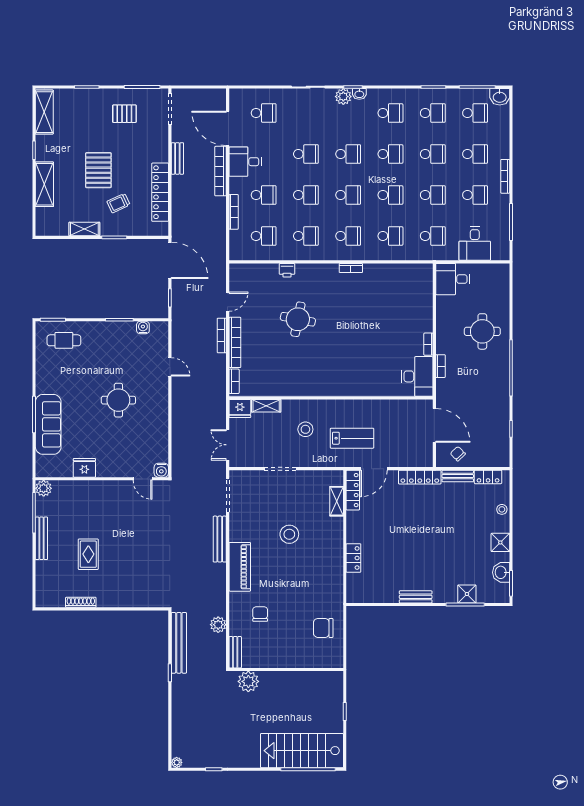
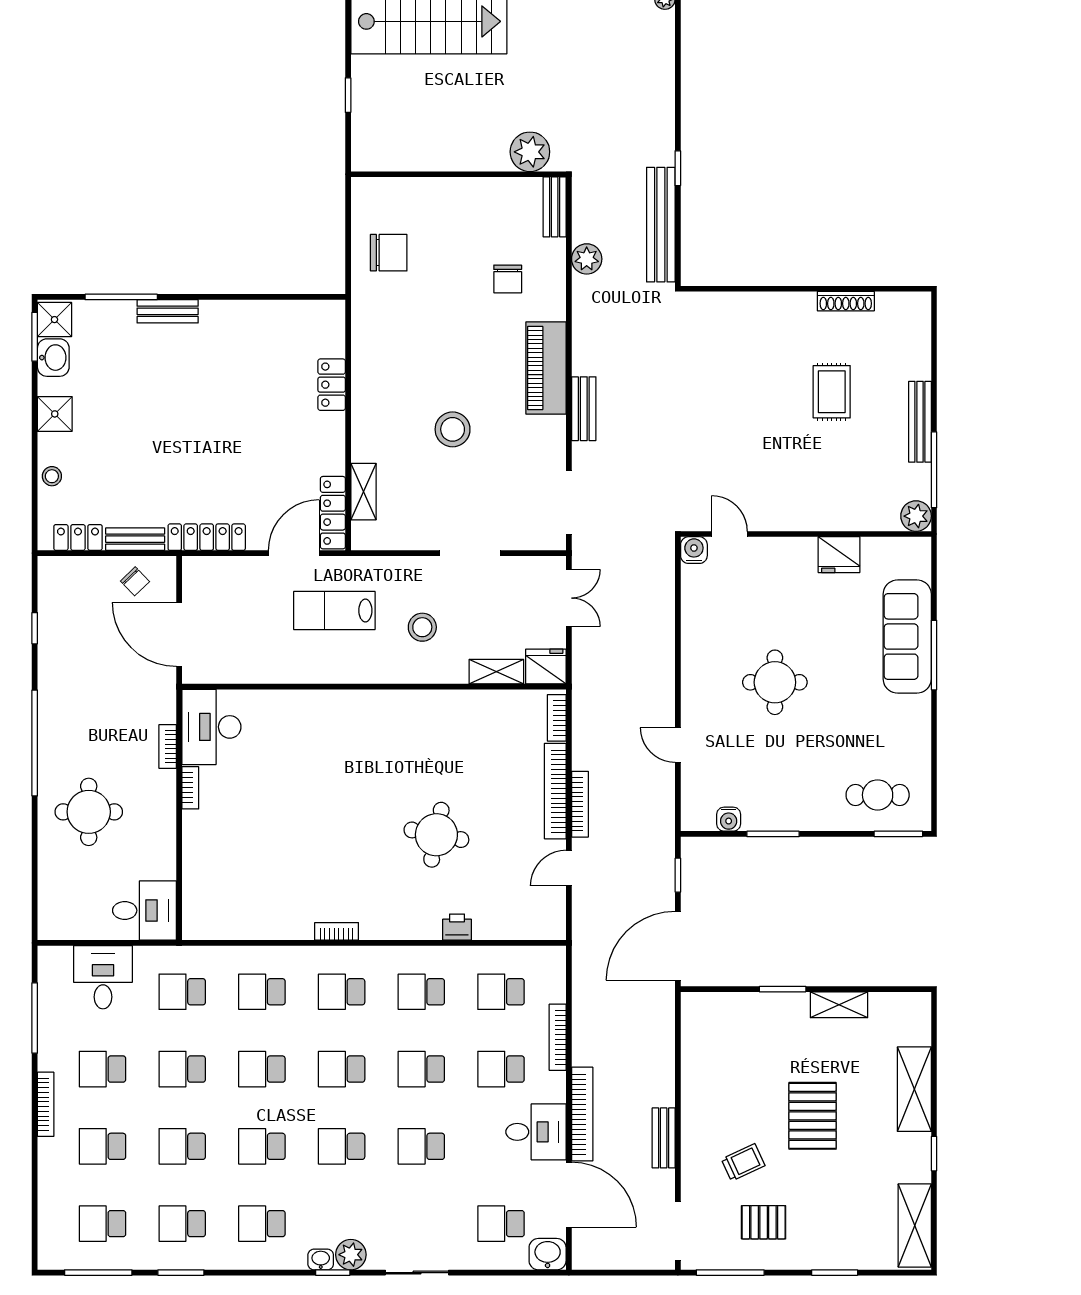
washbasin: (500, 97) -> (548, 1254), moved
locker: (160, 192) -> (696, 1074), removed
trolley: (118, 203) -> (743, 1162), moved
door: (170, 260) -> (678, 946), hinge flipped
bench: (220, 539) -> (584, 409), width x0.73
shower: (467, 594) -> (54, 320), moved
bench: (416, 597) -> (168, 311), moved

